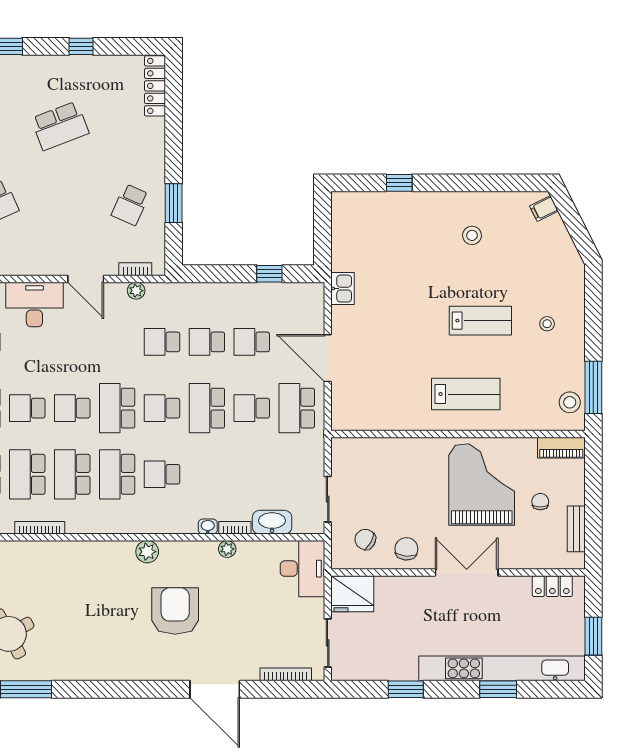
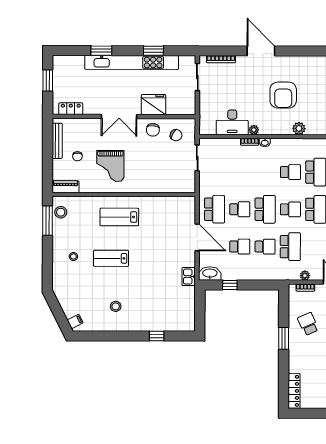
window: (174, 203) -> (284, 338), moved
school desk: (130, 205) -> (308, 324), turned -48
school desk: (162, 342) -> (290, 247), width x1.85
grand piano: (482, 484) -> (110, 166), width x0.73, depth x0.68
washbasin: (272, 522) -> (210, 273), moved, turned 180
bench: (576, 529) -> (57, 141), width x1.36
desk: (302, 569) -> (232, 122), moved, turned -90
fridge: (352, 594) -> (154, 105), moved
kitchen unit: (502, 668) -> (132, 62), moved

